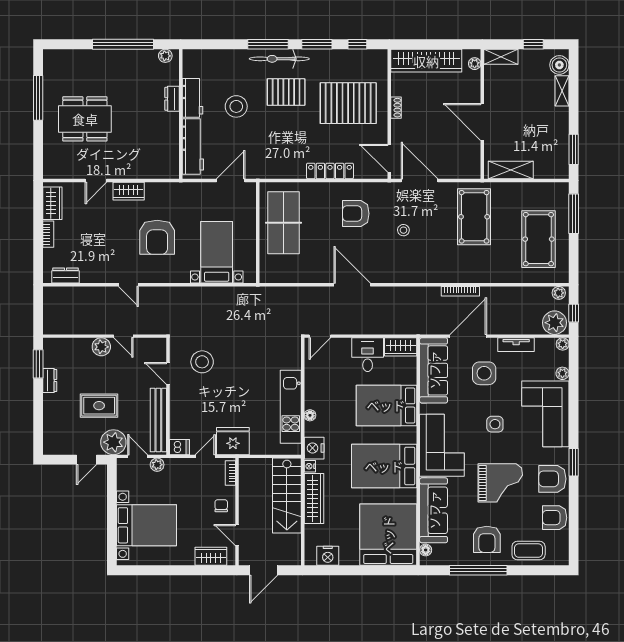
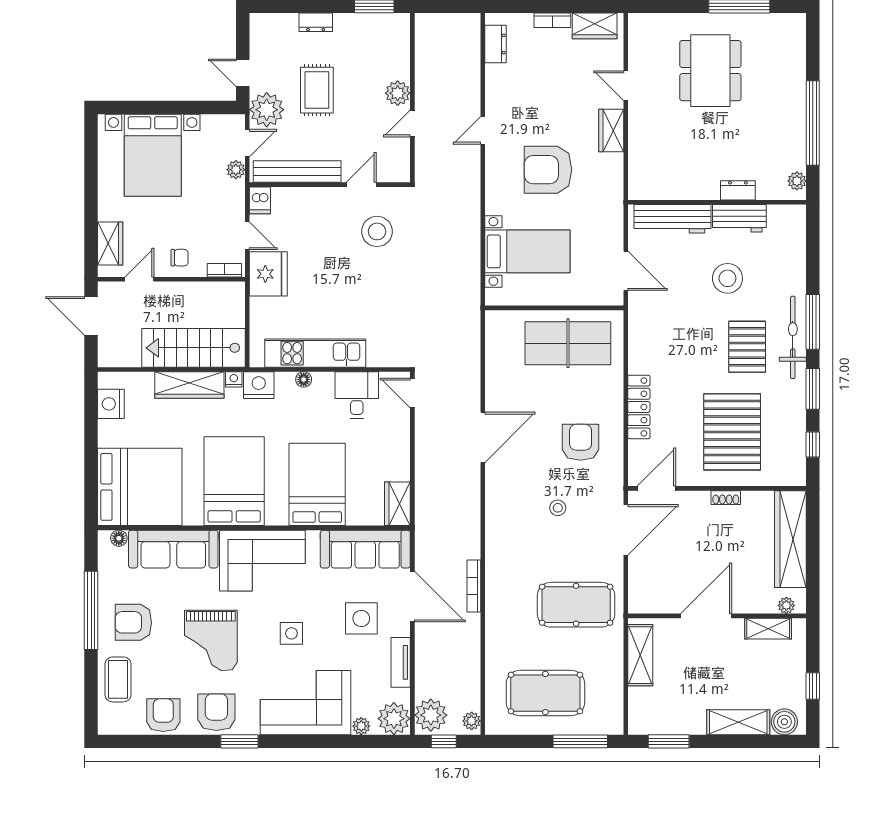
shelving: (501, 57) -> (768, 629), moved, turned 90
shelving: (562, 91) -> (738, 722), width x1.50, depth x1.33
plant: (563, 344) -> (394, 719), width x1.88, depth x1.88
desk: (368, 355) -> (357, 395), moved, turned -90
dresser: (50, 380) -> (316, 22), moved

